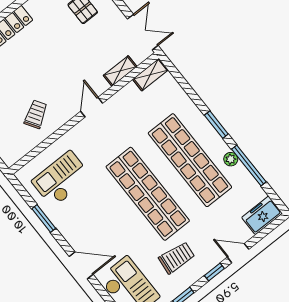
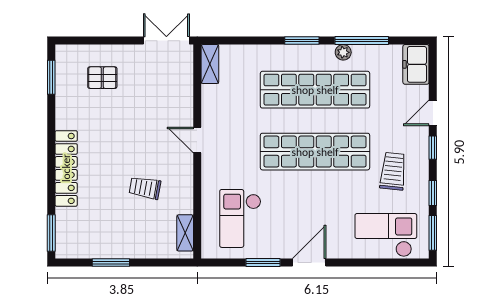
shelving: (120, 71) -> (185, 233), moved
trolley: (36, 114) -> (145, 188), moved, turned -48
door: (81, 265) -> (309, 262), moved

